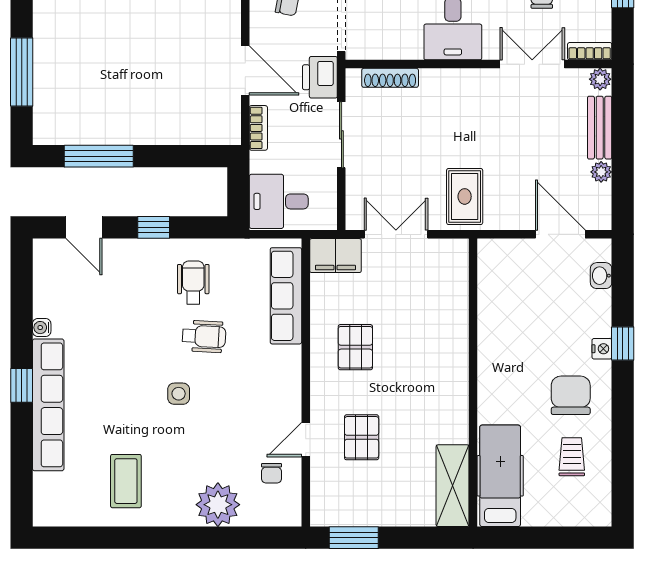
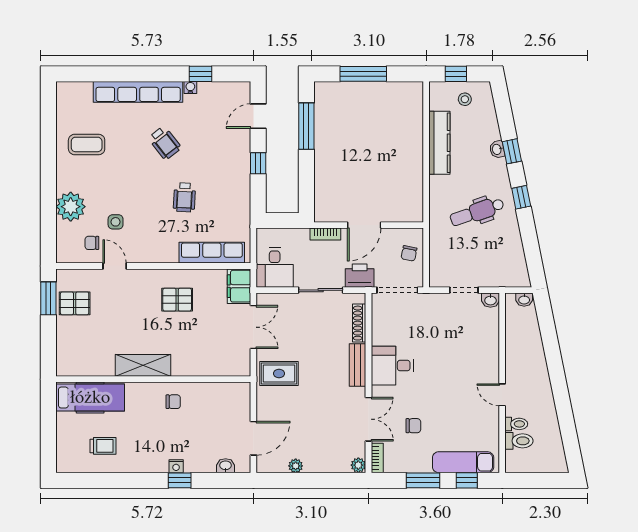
bench: (600, 128) -> (358, 365), moved, turned 90
desk: (279, 201) -> (275, 268), moved, turned 180
wheelchair: (193, 283) -> (165, 143), moved, turned 52
window: (22, 385) -> (201, 74), moved
side table: (179, 394) -> (116, 222), moved
chair: (571, 395) -> (173, 402), moved, width x0.54, depth x0.54
pallet: (362, 437) -> (75, 303), moved
shelving: (453, 486) -> (143, 365), moved

